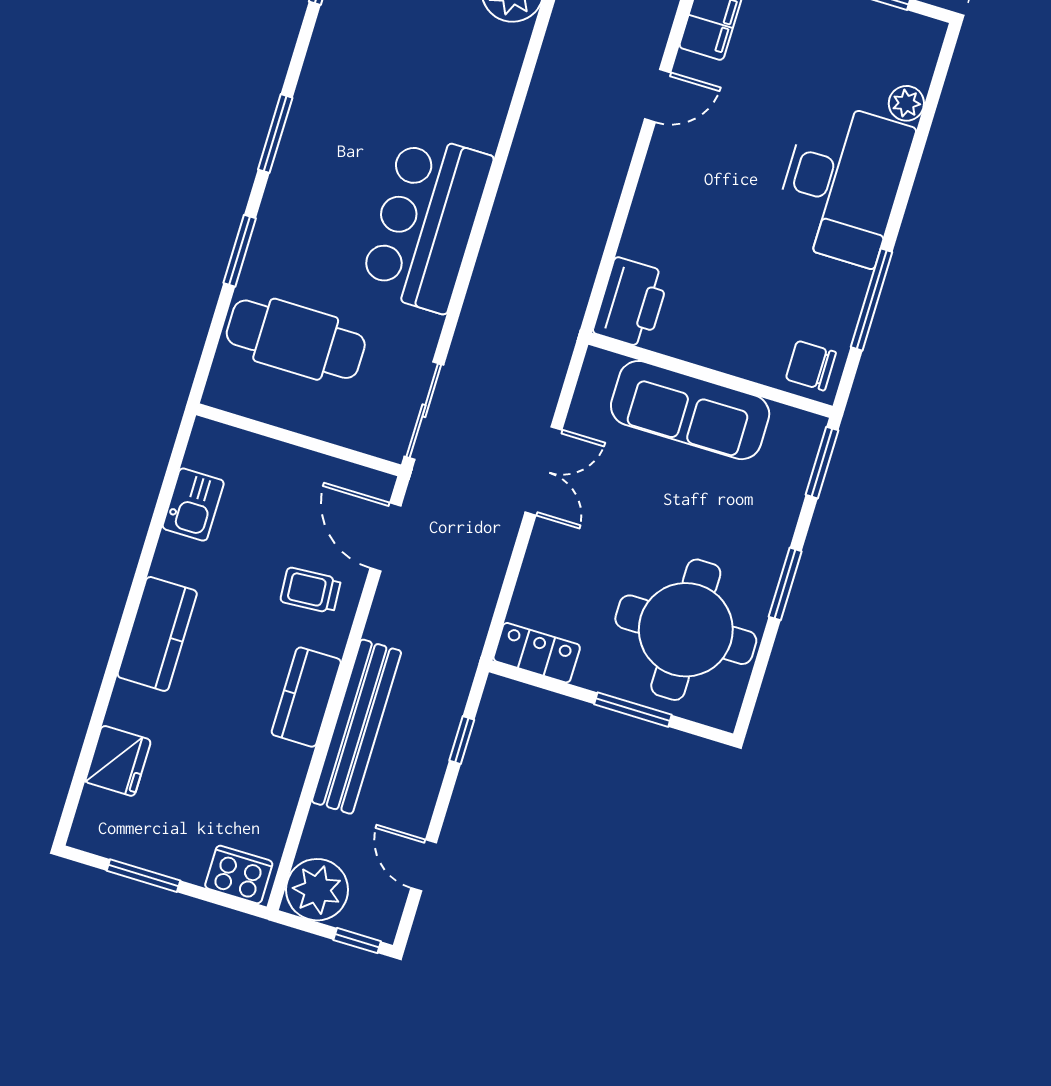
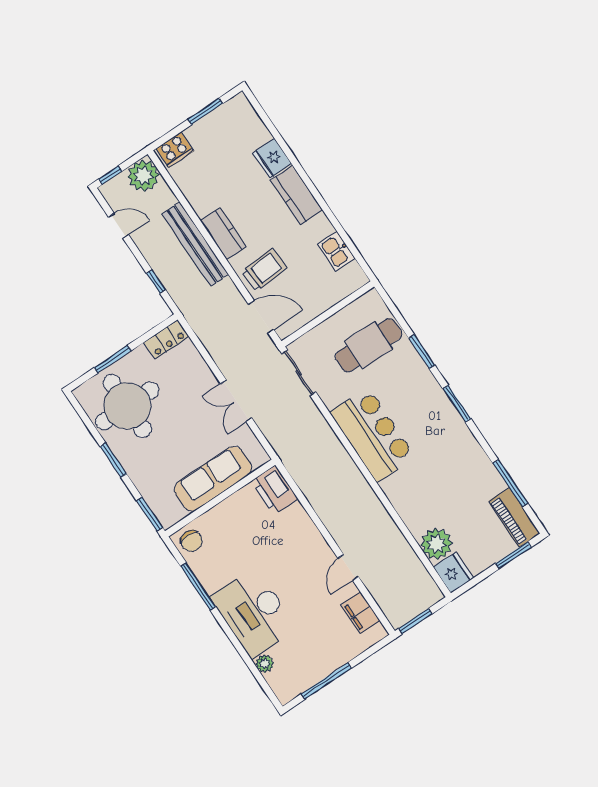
chair: (811, 366) -> (192, 541), turned 90
trolley: (311, 590) -> (264, 270), width x1.36, depth x1.39
fridge: (118, 761) -> (272, 158), moved

